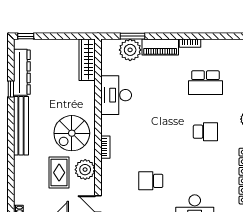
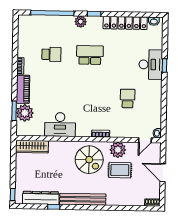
school desk: (205, 83) -> (51, 54), width x0.54
school desk: (205, 132) -> (90, 55), width x1.85
school desk: (151, 181) -> (128, 98), turned 180

